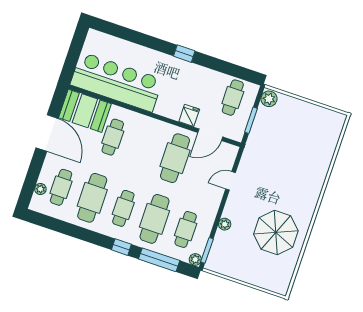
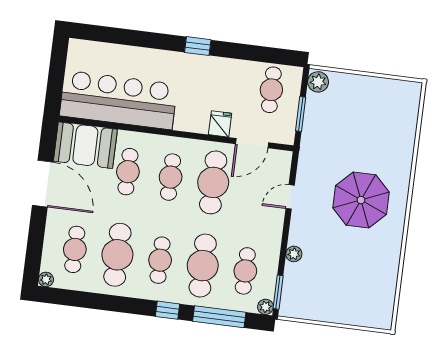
cafe table: (144, 148) -> (171, 177), added
plant: (40, 189) -> (46, 279), moved
parasol: (276, 232) -> (361, 200), moved

